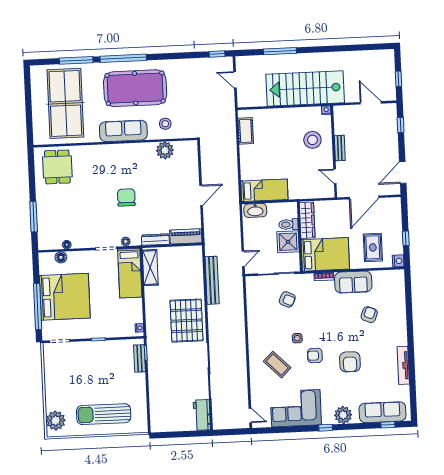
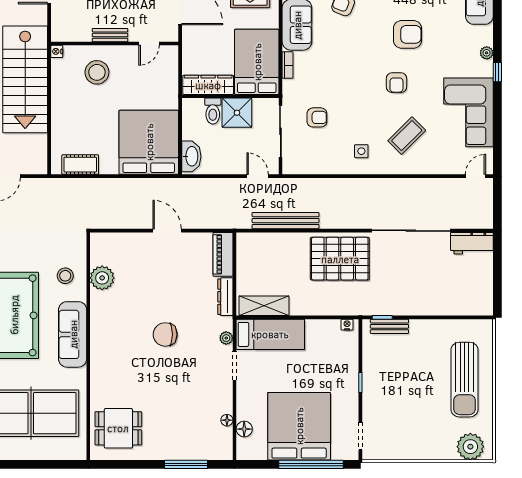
bed: (264, 190) -> (149, 142), width x2.04
armchair: (287, 299) -> (317, 117), turned 65
side table: (297, 338) -> (361, 151), moved
plant: (343, 415) -> (487, 53), width x0.53, depth x0.53

